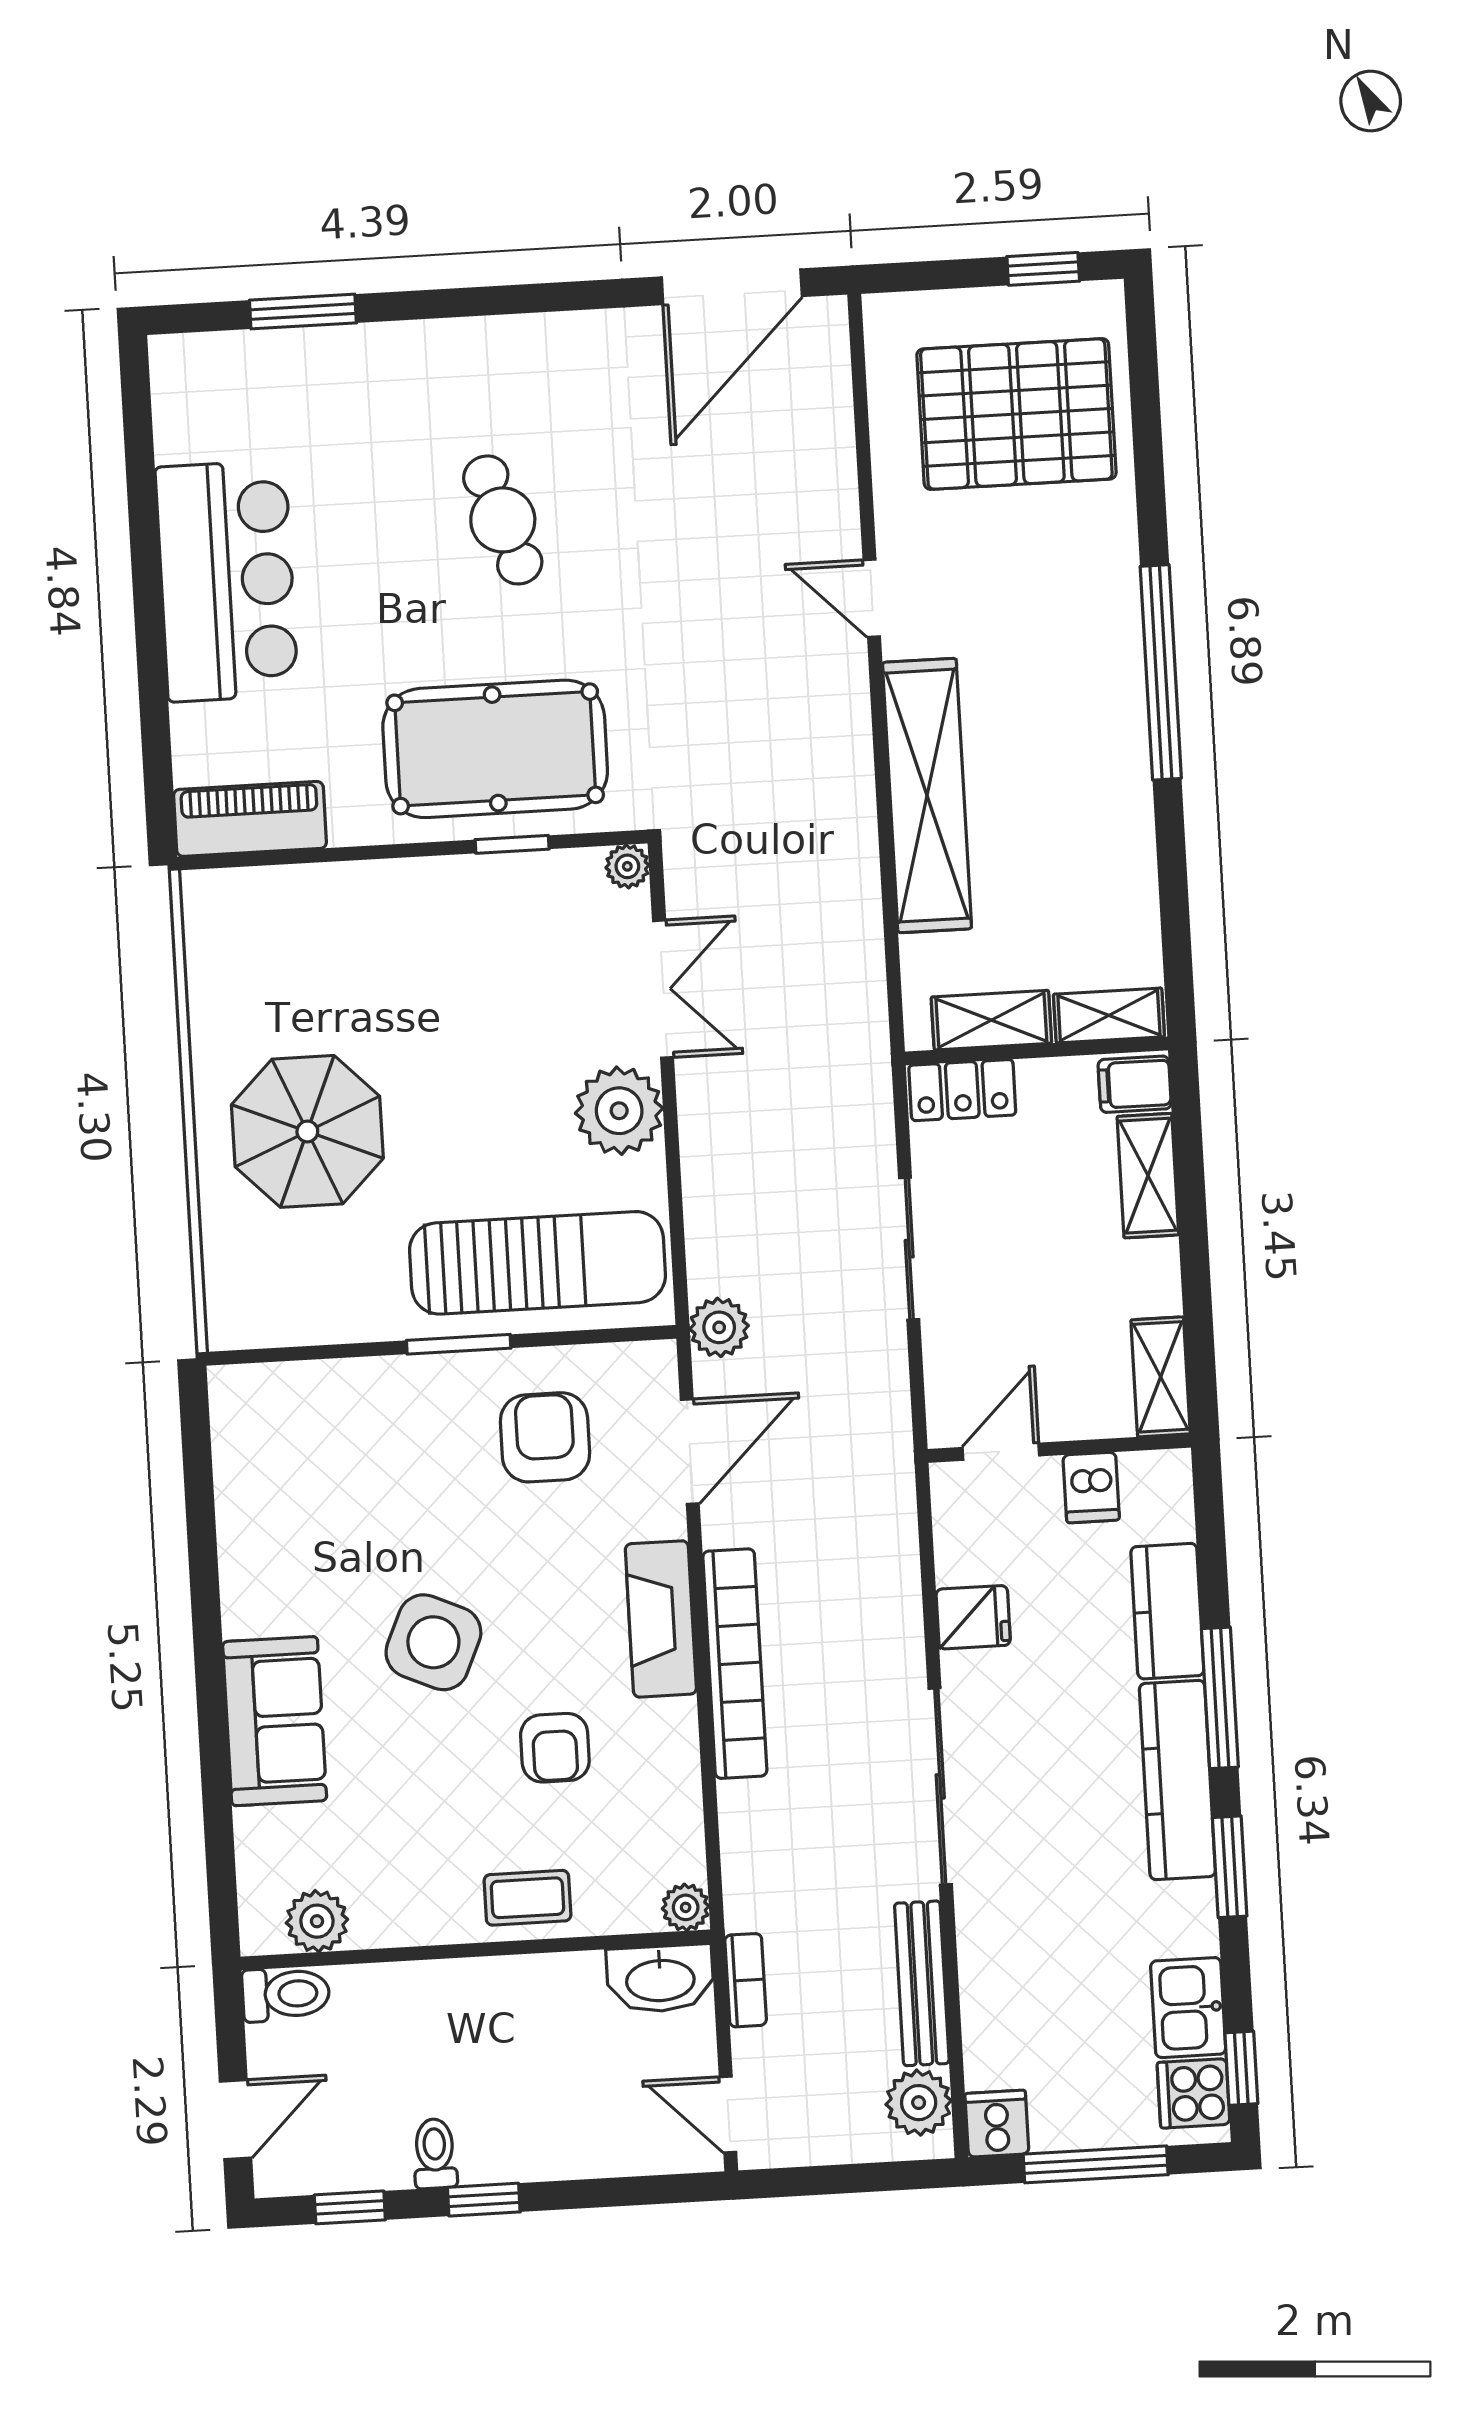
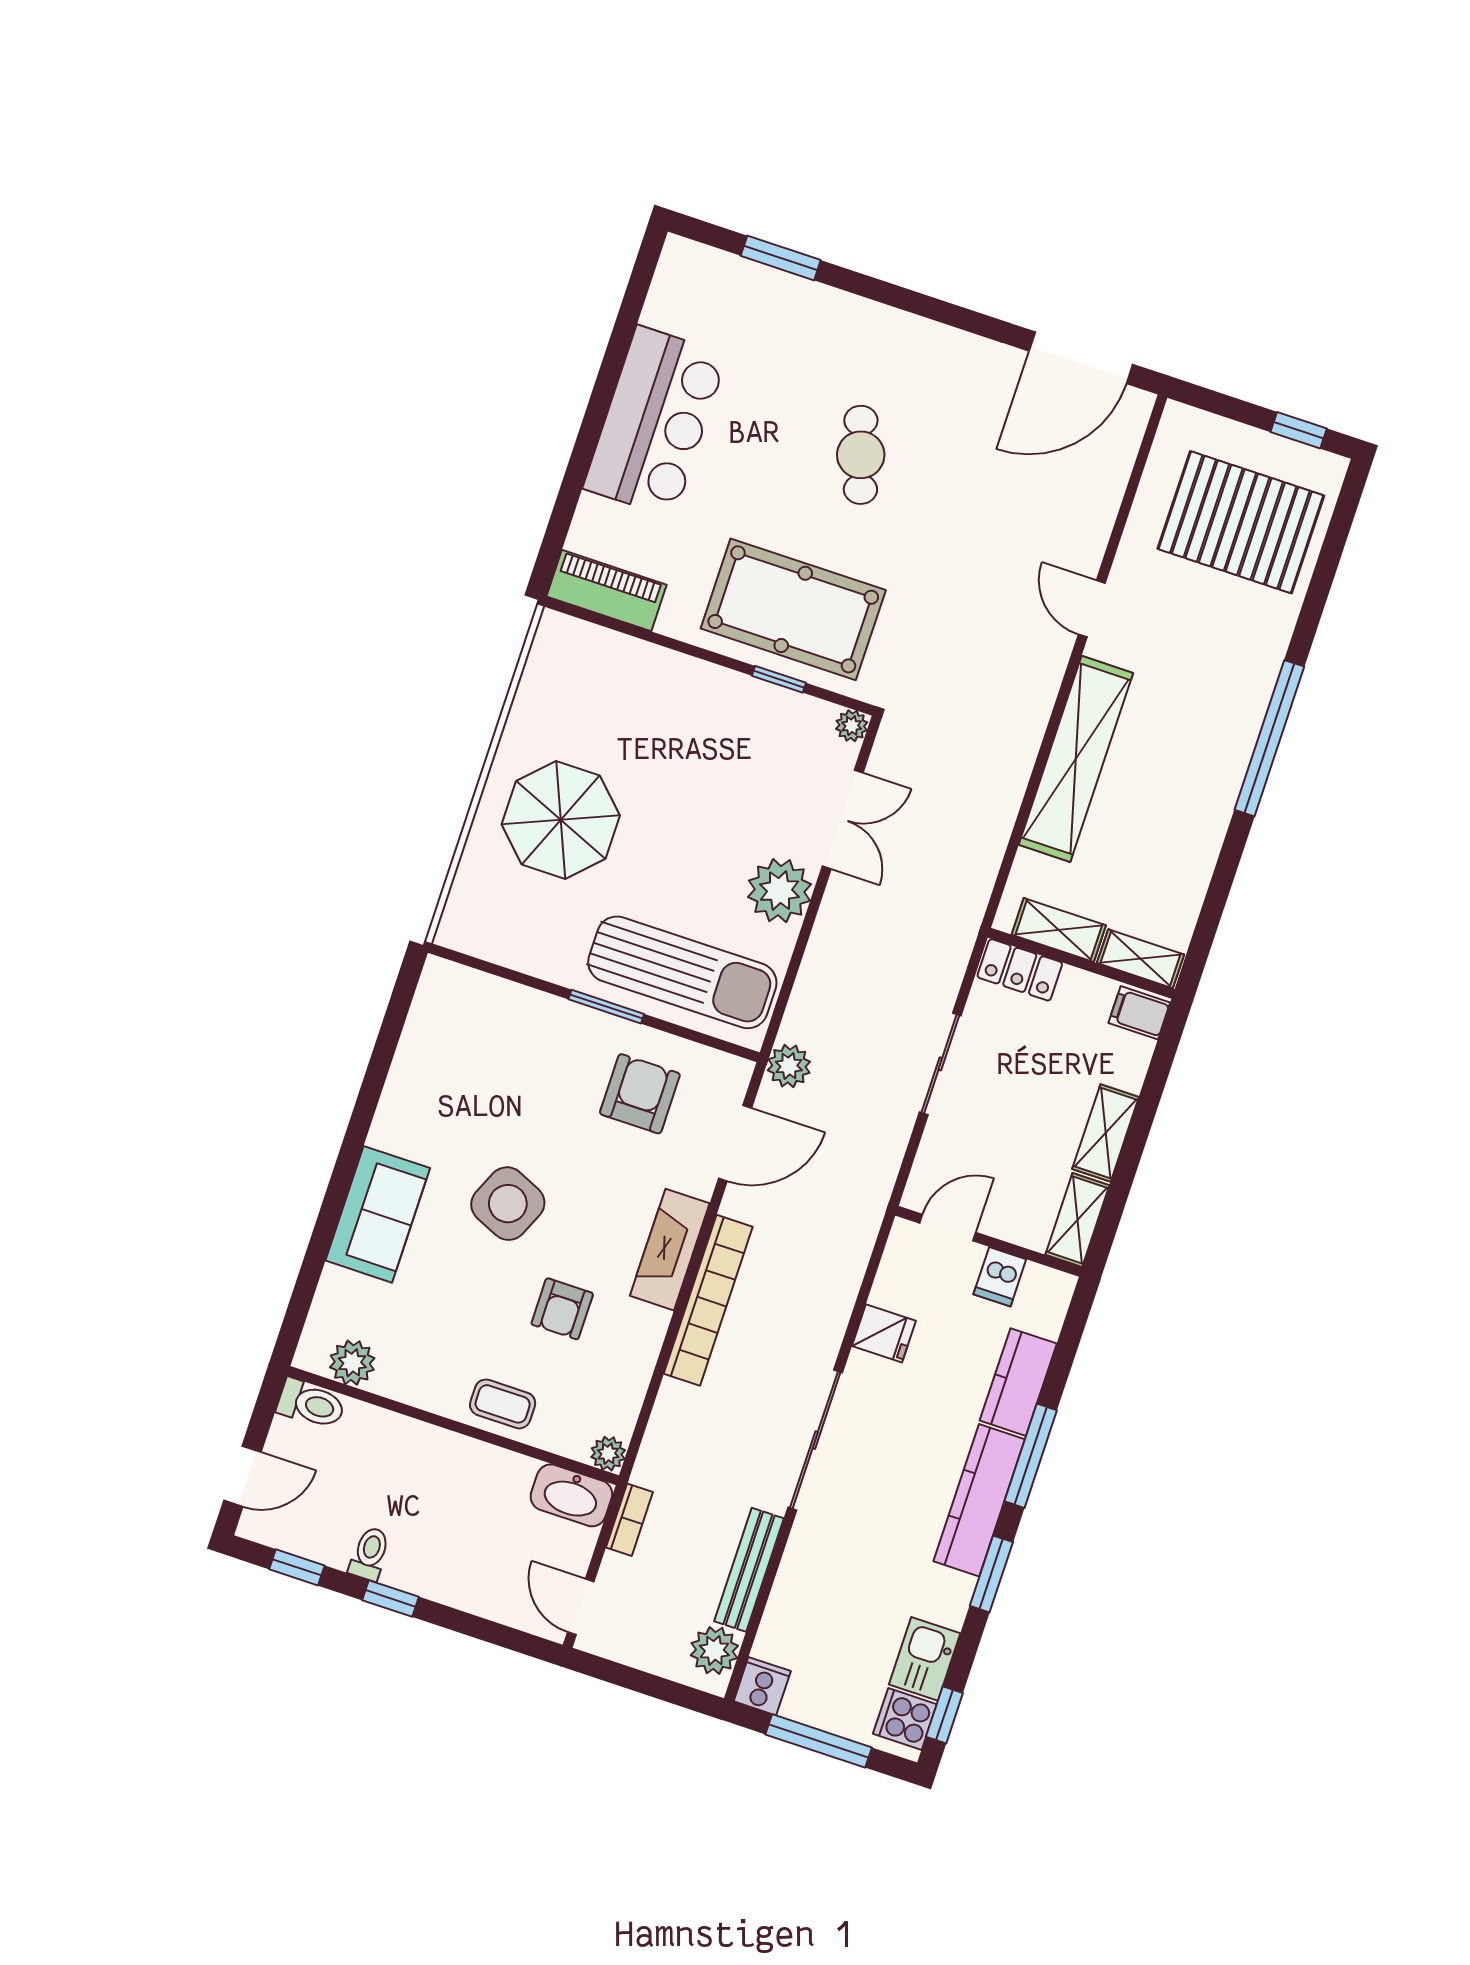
shelving: (1148, 1176) -> (1106, 1133), moved

